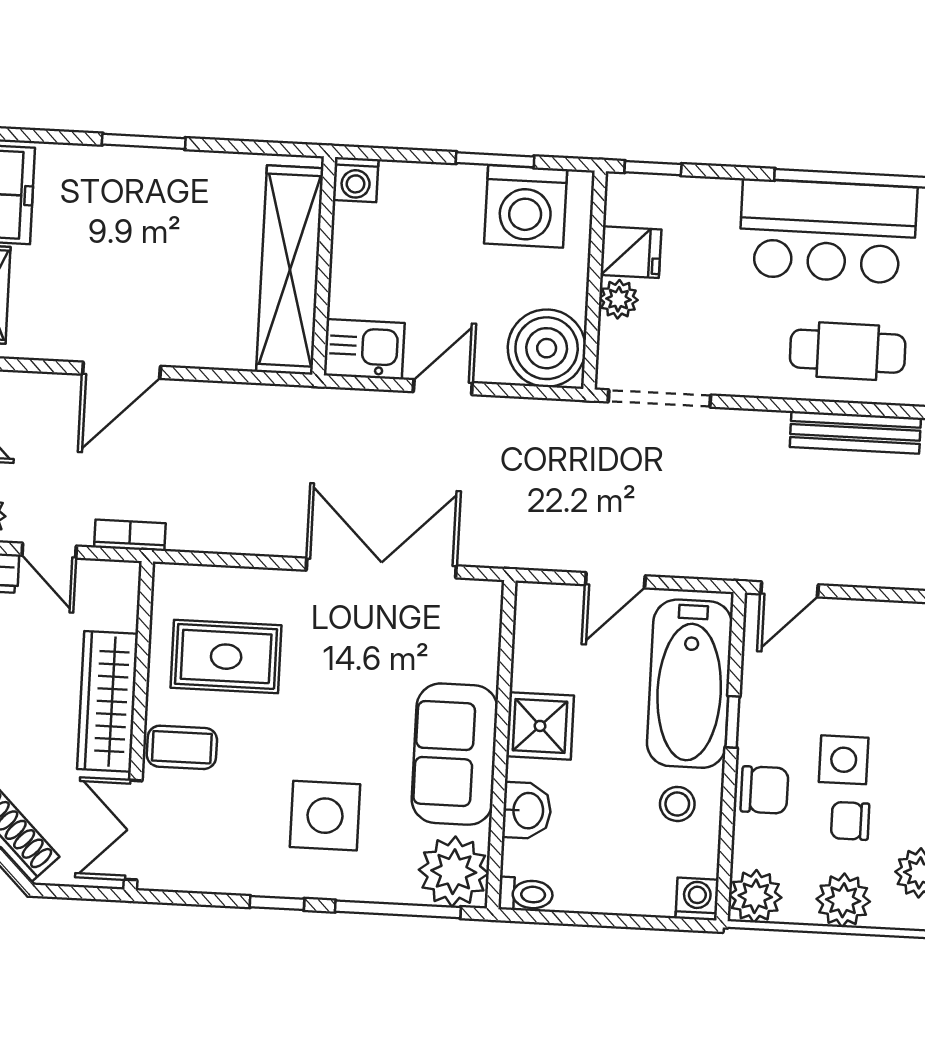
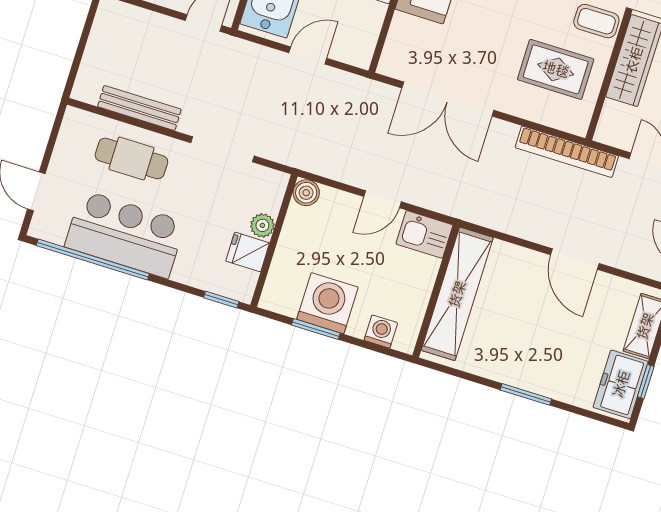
washing machine: (356, 180) -> (381, 332), moved
washing machine: (526, 206) -> (327, 303), moved
boiler: (547, 348) -> (306, 193), width x0.54, depth x0.54
door: (121, 370) -> (575, 259), swing flipped
doorway: (659, 398) -> (222, 149), moved
bookcase: (130, 535) -> (567, 152), width x2.31, depth x1.31

